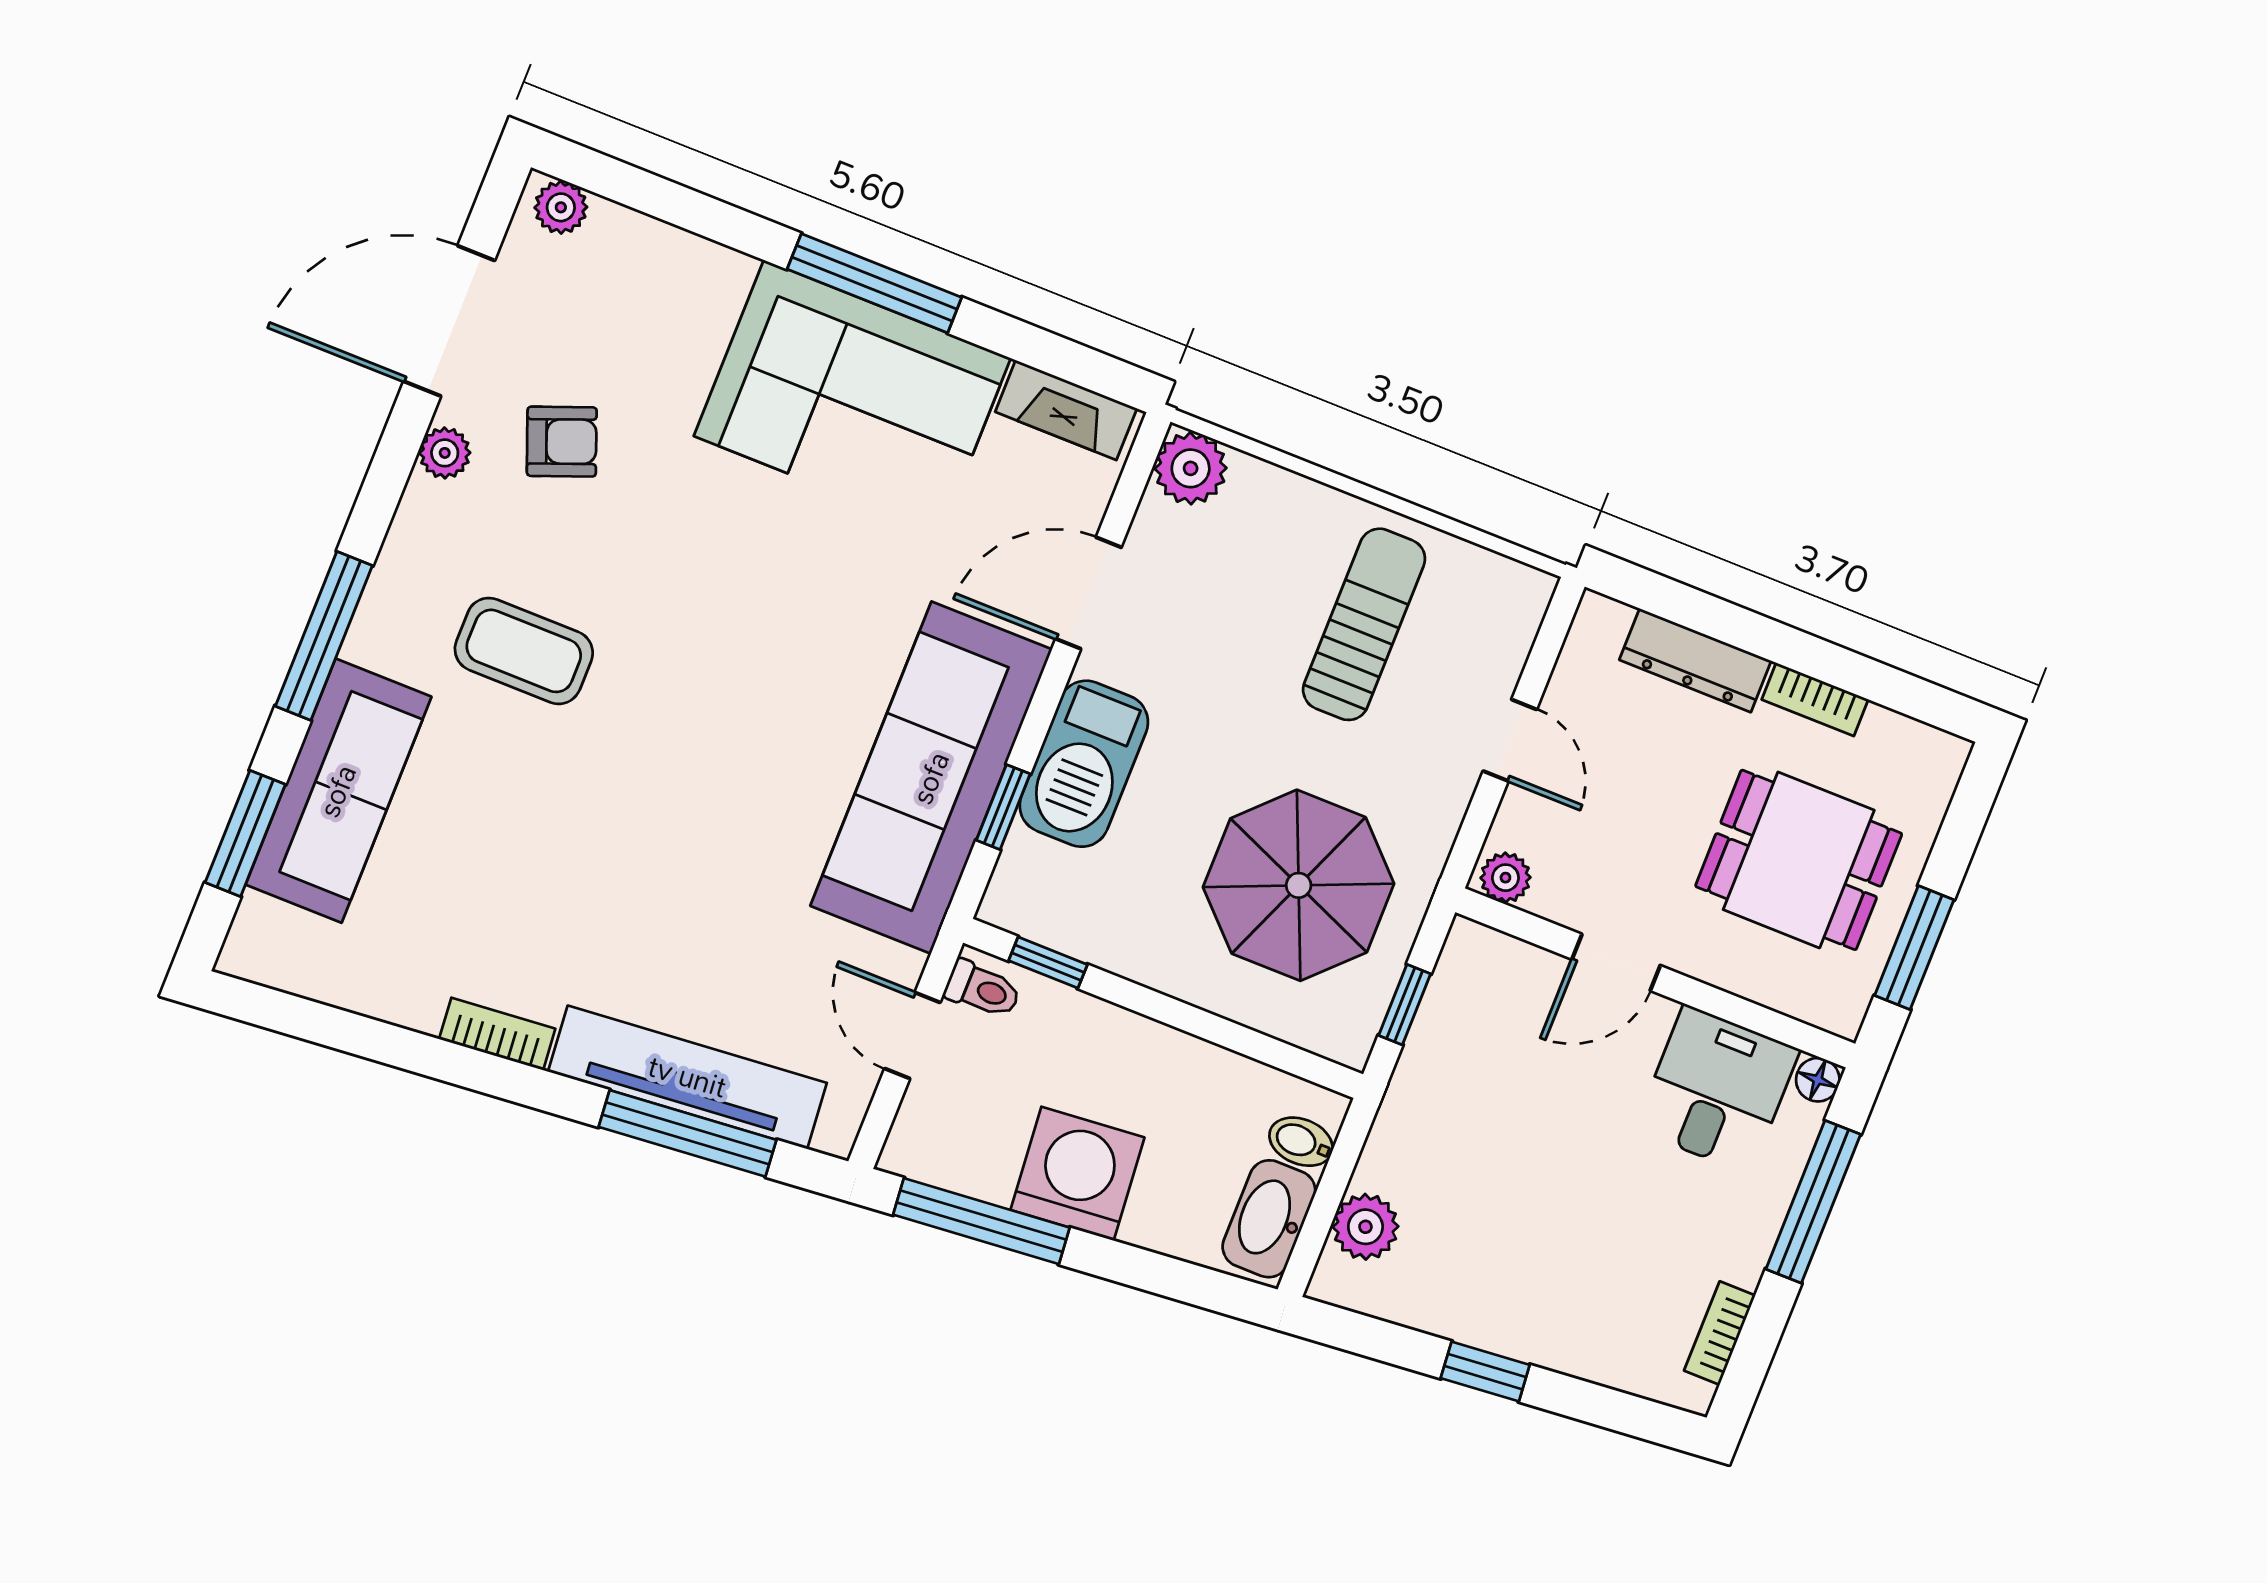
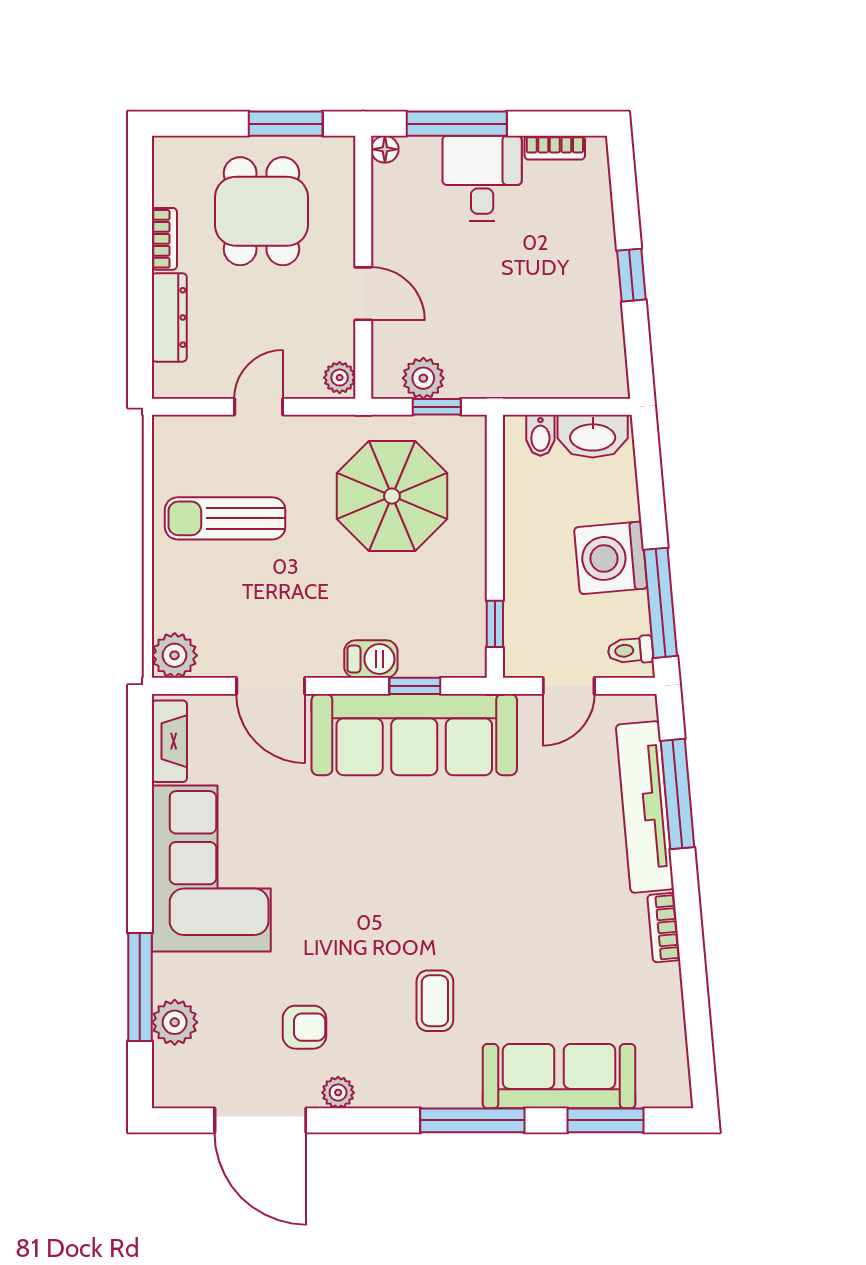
plant: (561, 207) -> (175, 1022), moved, width x1.38, depth x1.38
window: (874, 283) -> (140, 987), moved
armchair: (562, 442) -> (304, 1027), turned 111
coffee table: (524, 651) -> (435, 1001), width x0.73, depth x0.77
barbecue: (1084, 764) -> (371, 659), width x0.53, depth x0.65
toilet: (983, 989) -> (630, 650), moved, turned -95
desk: (1717, 1089) -> (482, 178), moved, turned 90
plant: (1365, 1227) -> (423, 378), moved

